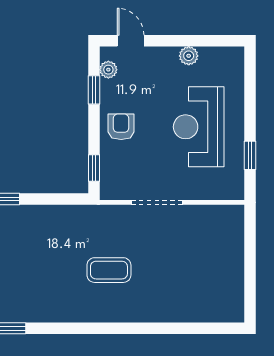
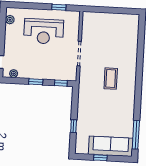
plant: (189, 56) -> (10, 20), moved
window: (94, 90) -> (36, 82), moved
armchair: (121, 127) -> (42, 69), removed

